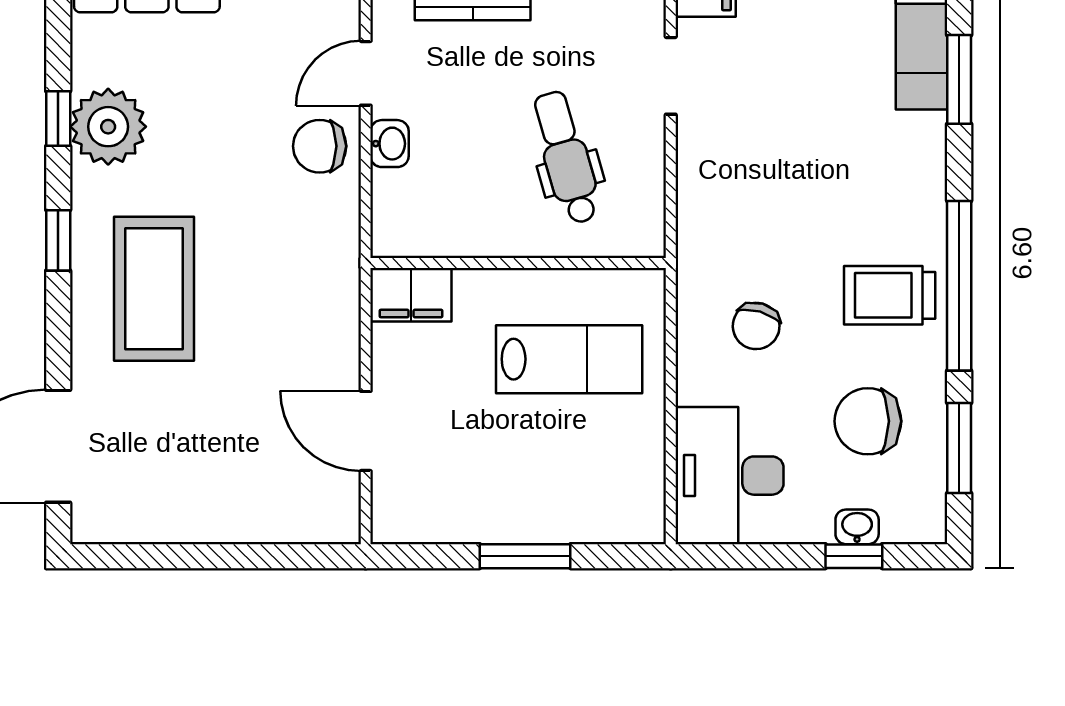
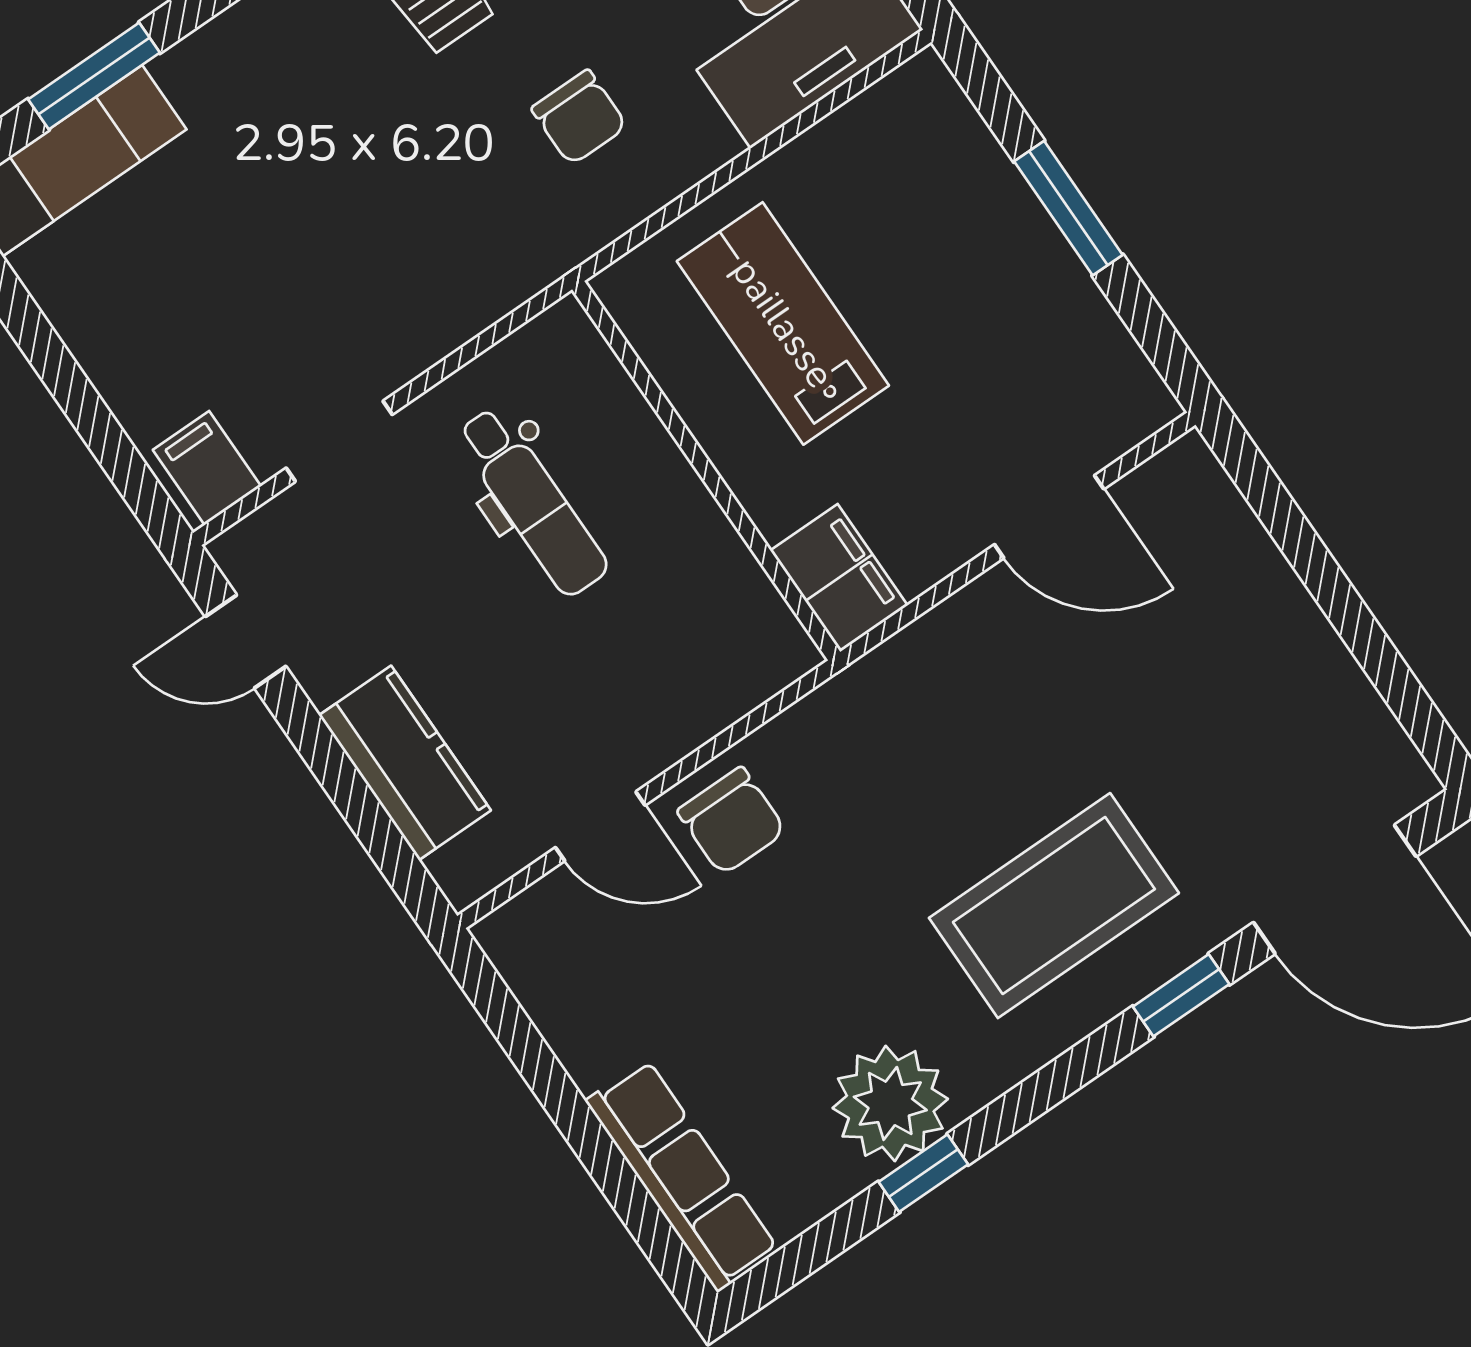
washbasin: (390, 144) -> (668, 736), removed
dental chair: (566, 158) -> (532, 502), turned -74
window: (58, 240) -> (1181, 995), moved
chair: (756, 326) -> (579, 117), turned 74
door: (366, 431) -> (1049, 517), hinge flipped

